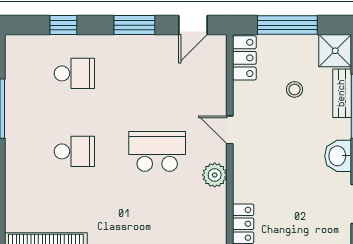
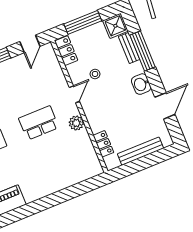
stool: (294, 89) -> (95, 74), moved
door: (230, 130) -> (74, 94), swing flipped

